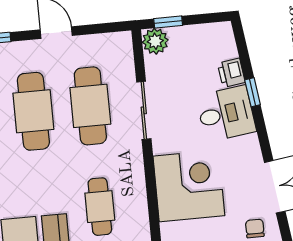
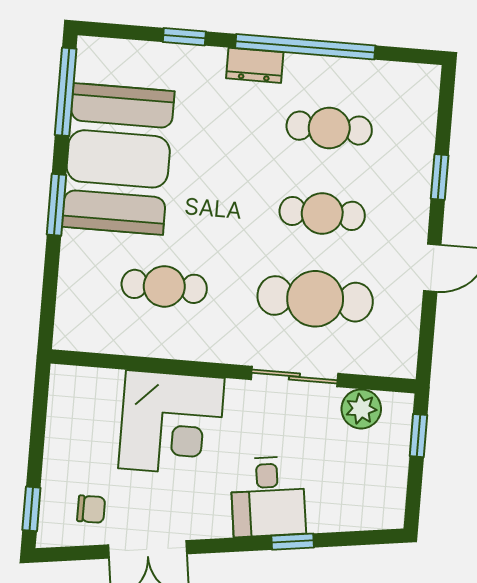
plant: (155, 41) -> (361, 409), moved
printer: (231, 73) -> (327, 515), removed
cafe table: (33, 111) -> (322, 213), width x0.73, depth x0.74

